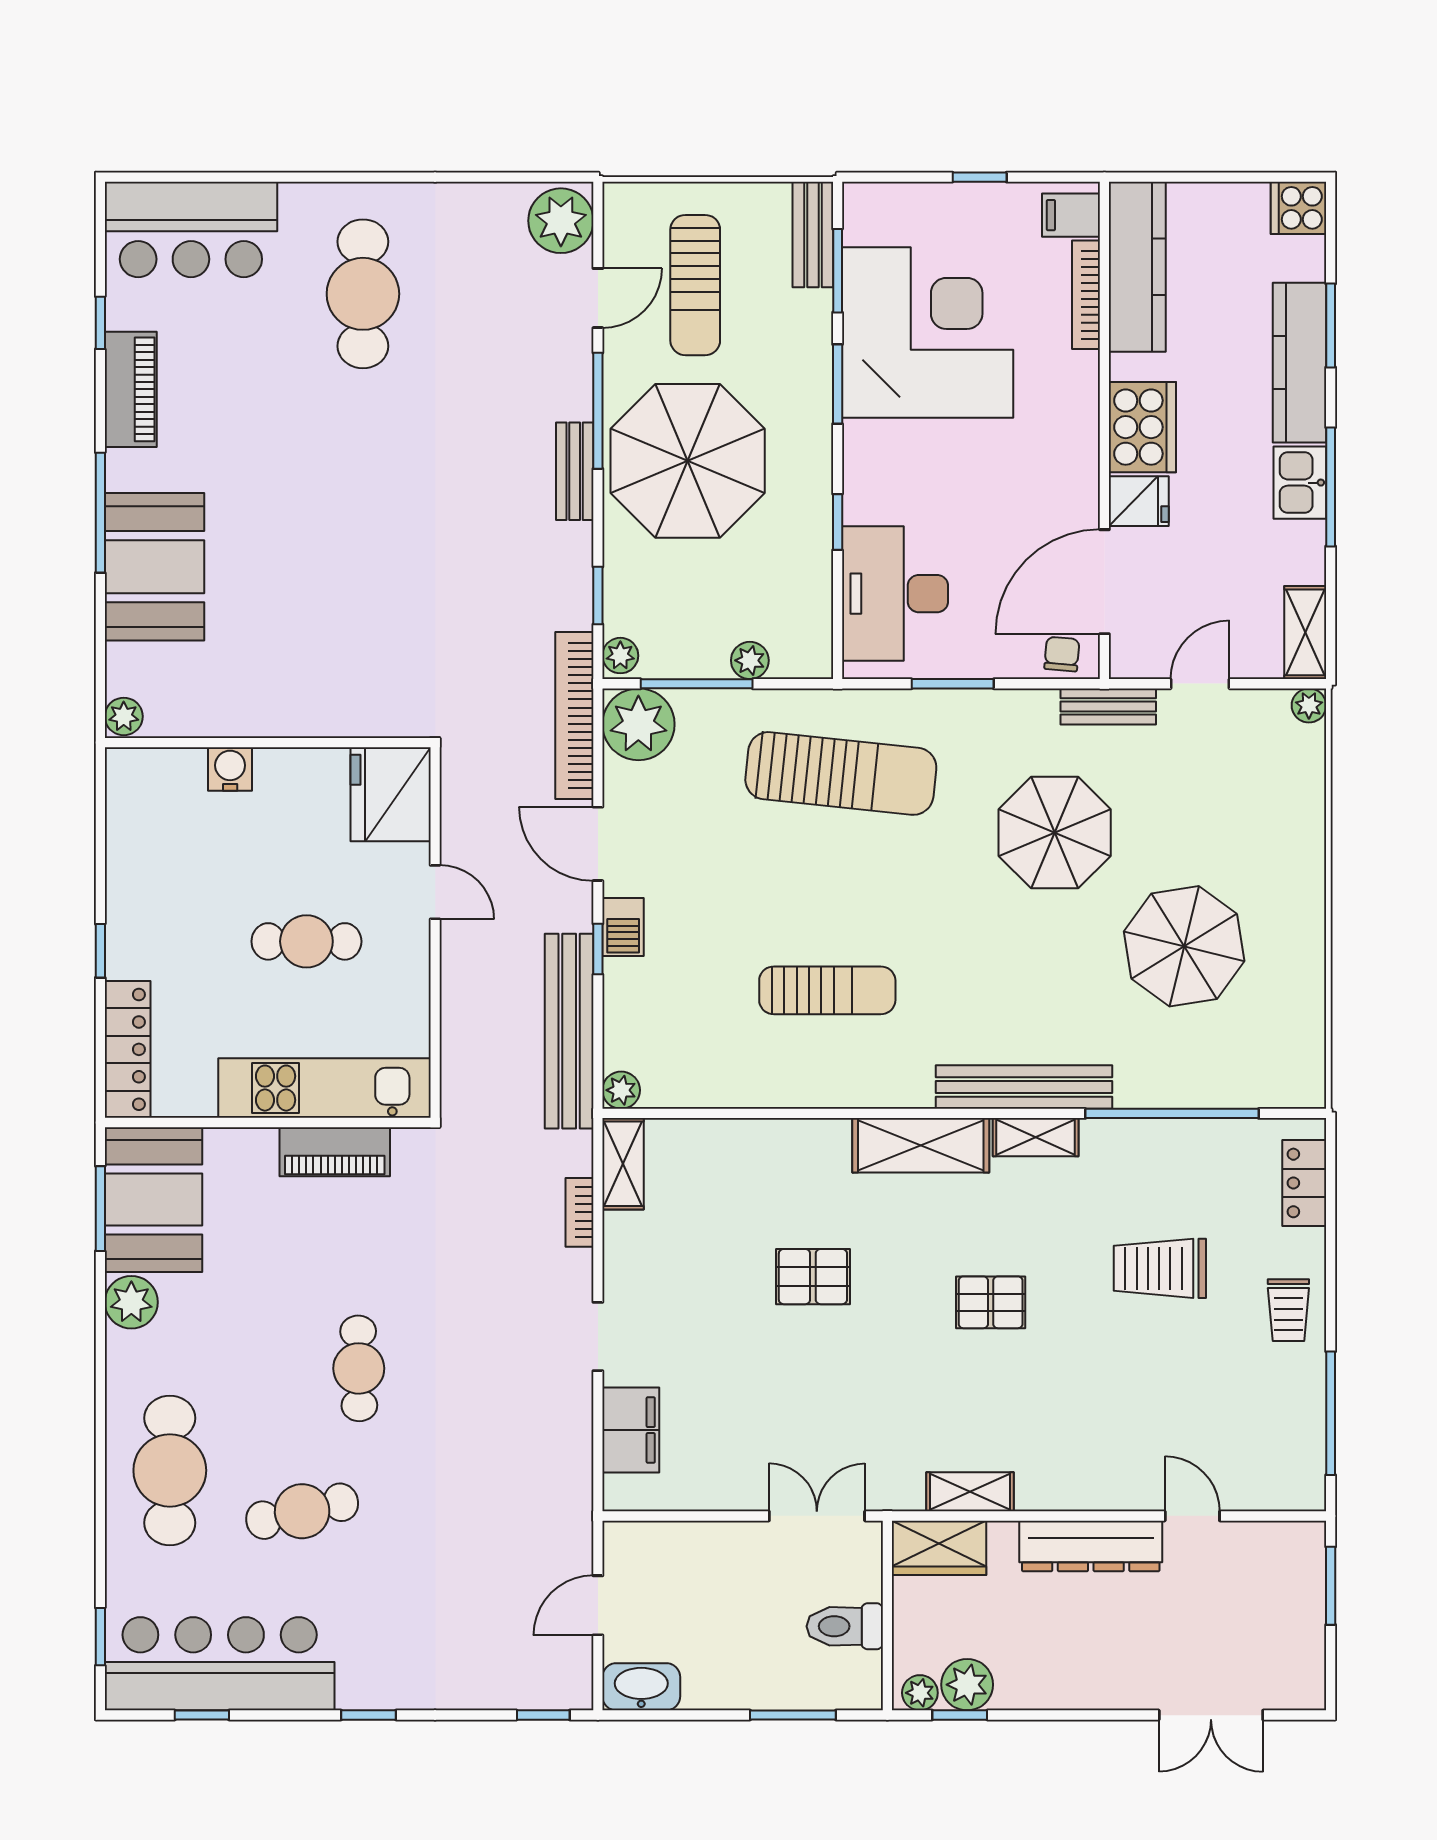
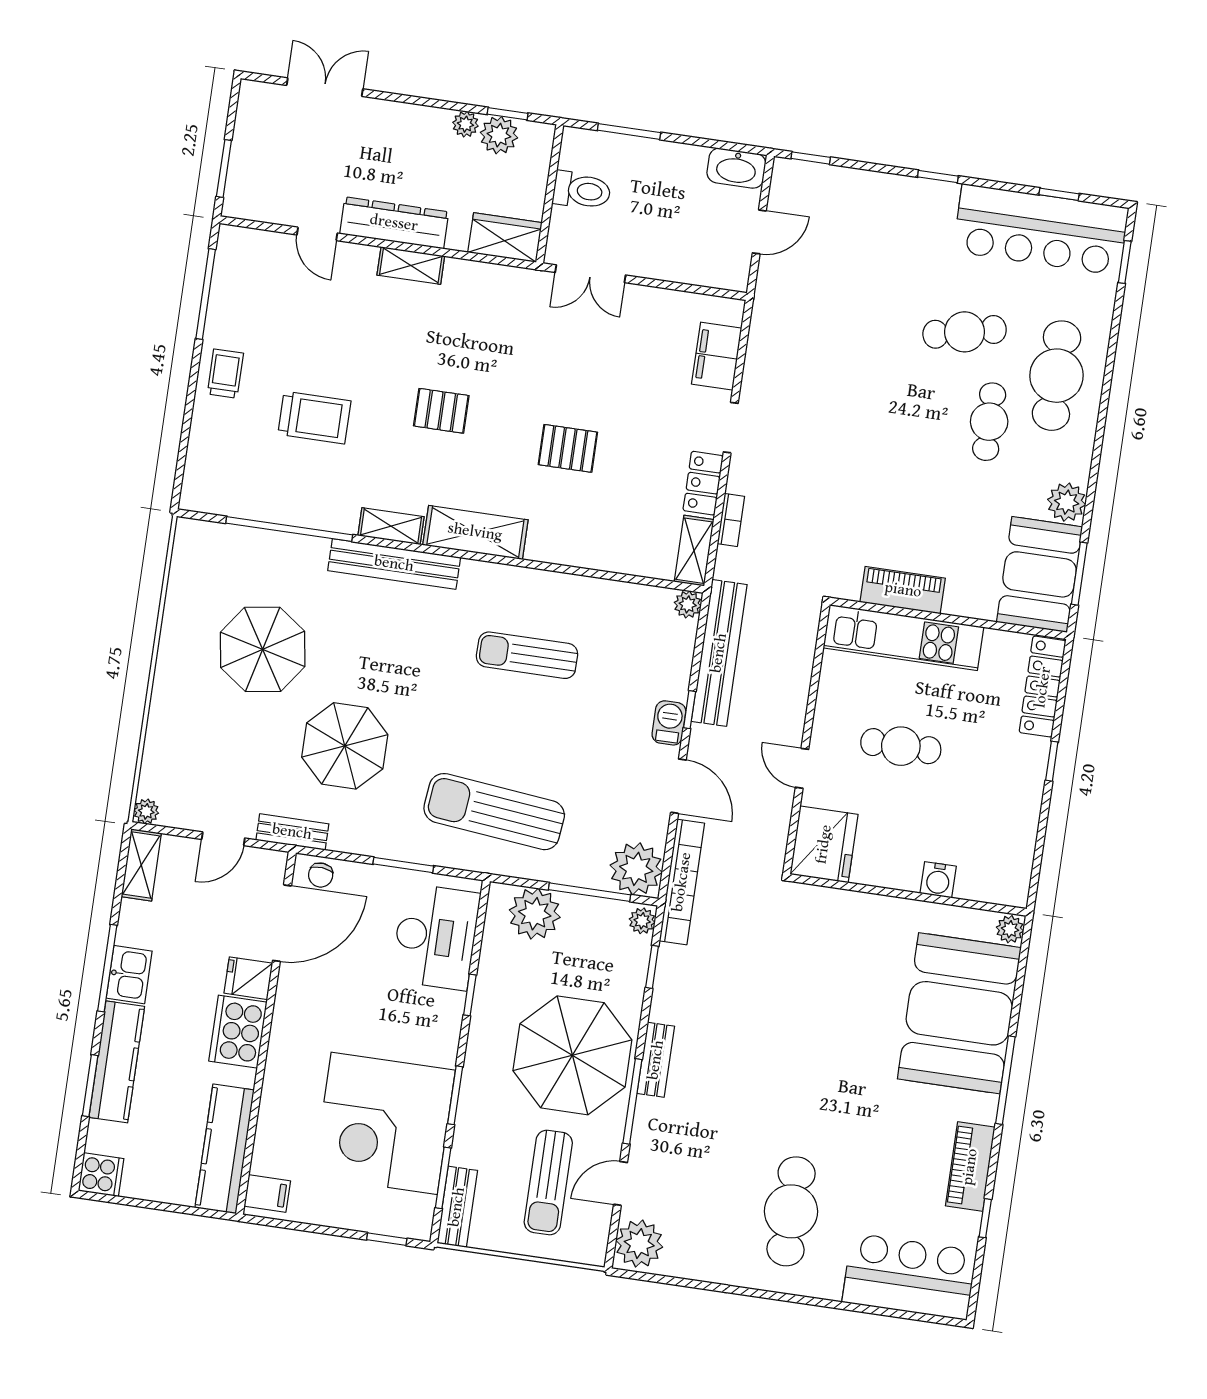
window: (980, 177) -> (387, 1239), moved
sun lounger: (695, 285) -> (548, 1182), turned 180
bookcase: (1086, 295) -> (265, 1134), removed
booth: (154, 567) -> (959, 1013), width x1.36, depth x1.42
plant: (750, 660) -> (535, 914), width x1.88, depth x1.88
locker: (1304, 1183) -> (703, 483), moved, turned 180
cafe table: (359, 1368) -> (989, 422), moved
shelving: (970, 1492) -> (411, 266), moved
plant: (920, 1693) -> (465, 124), moved

